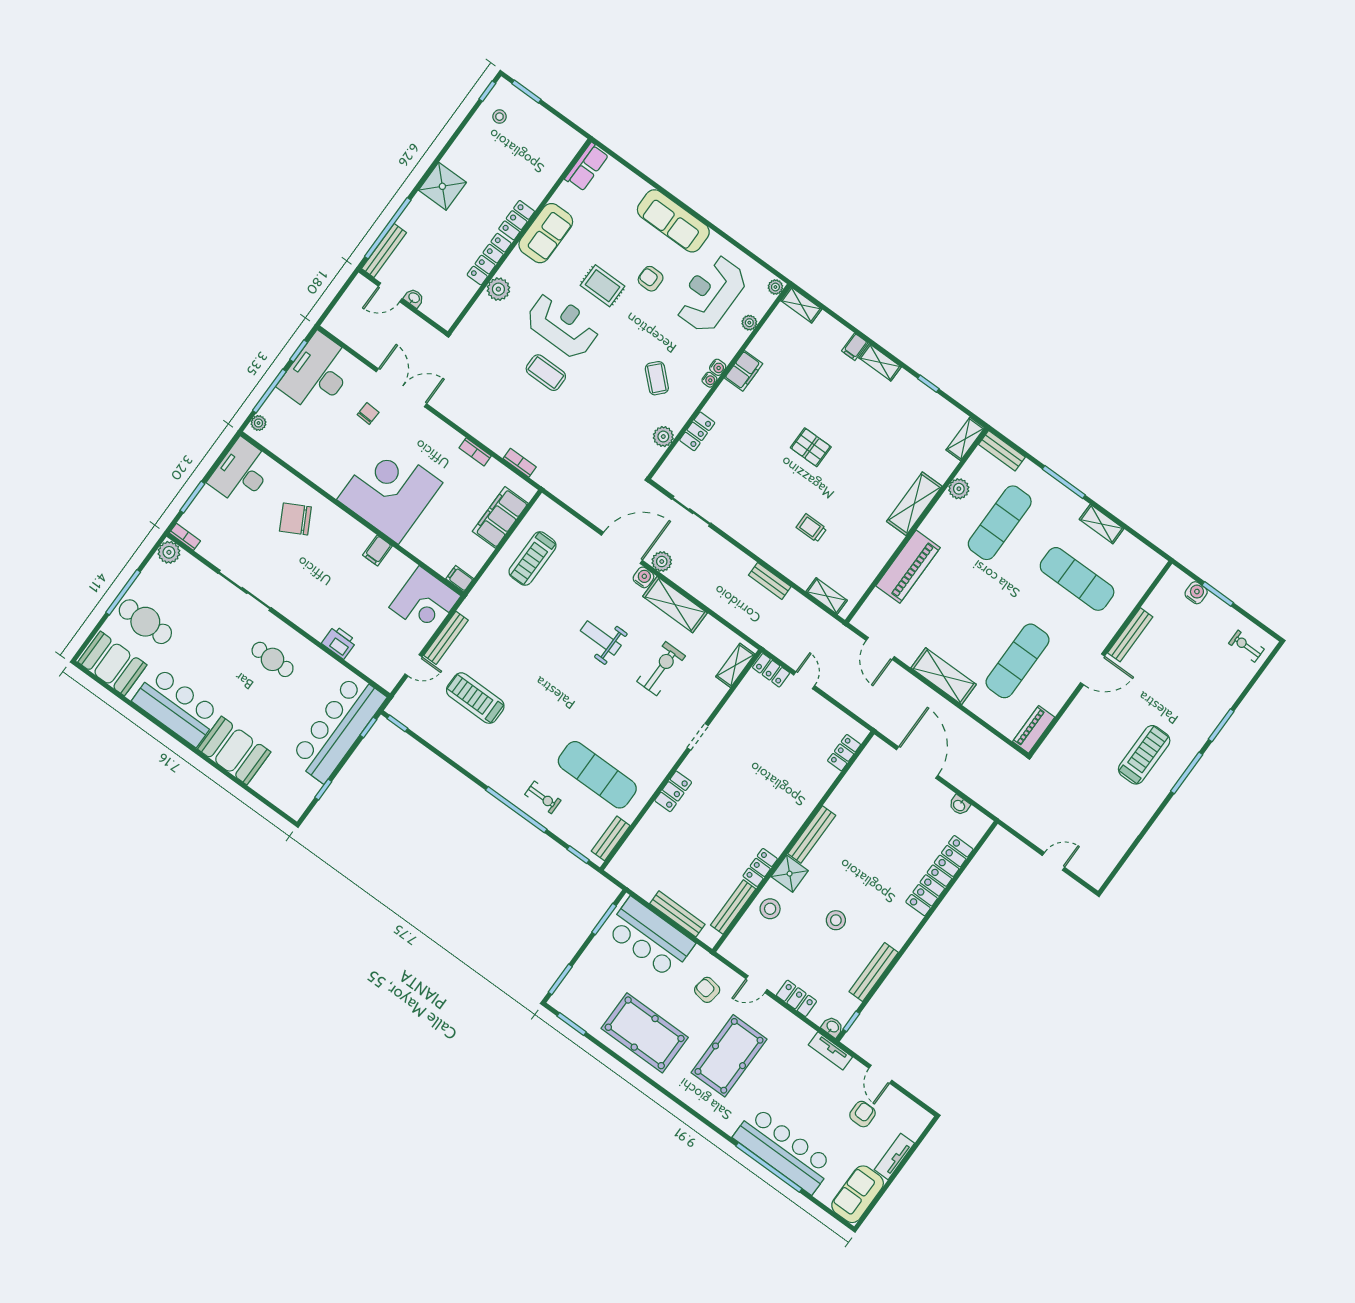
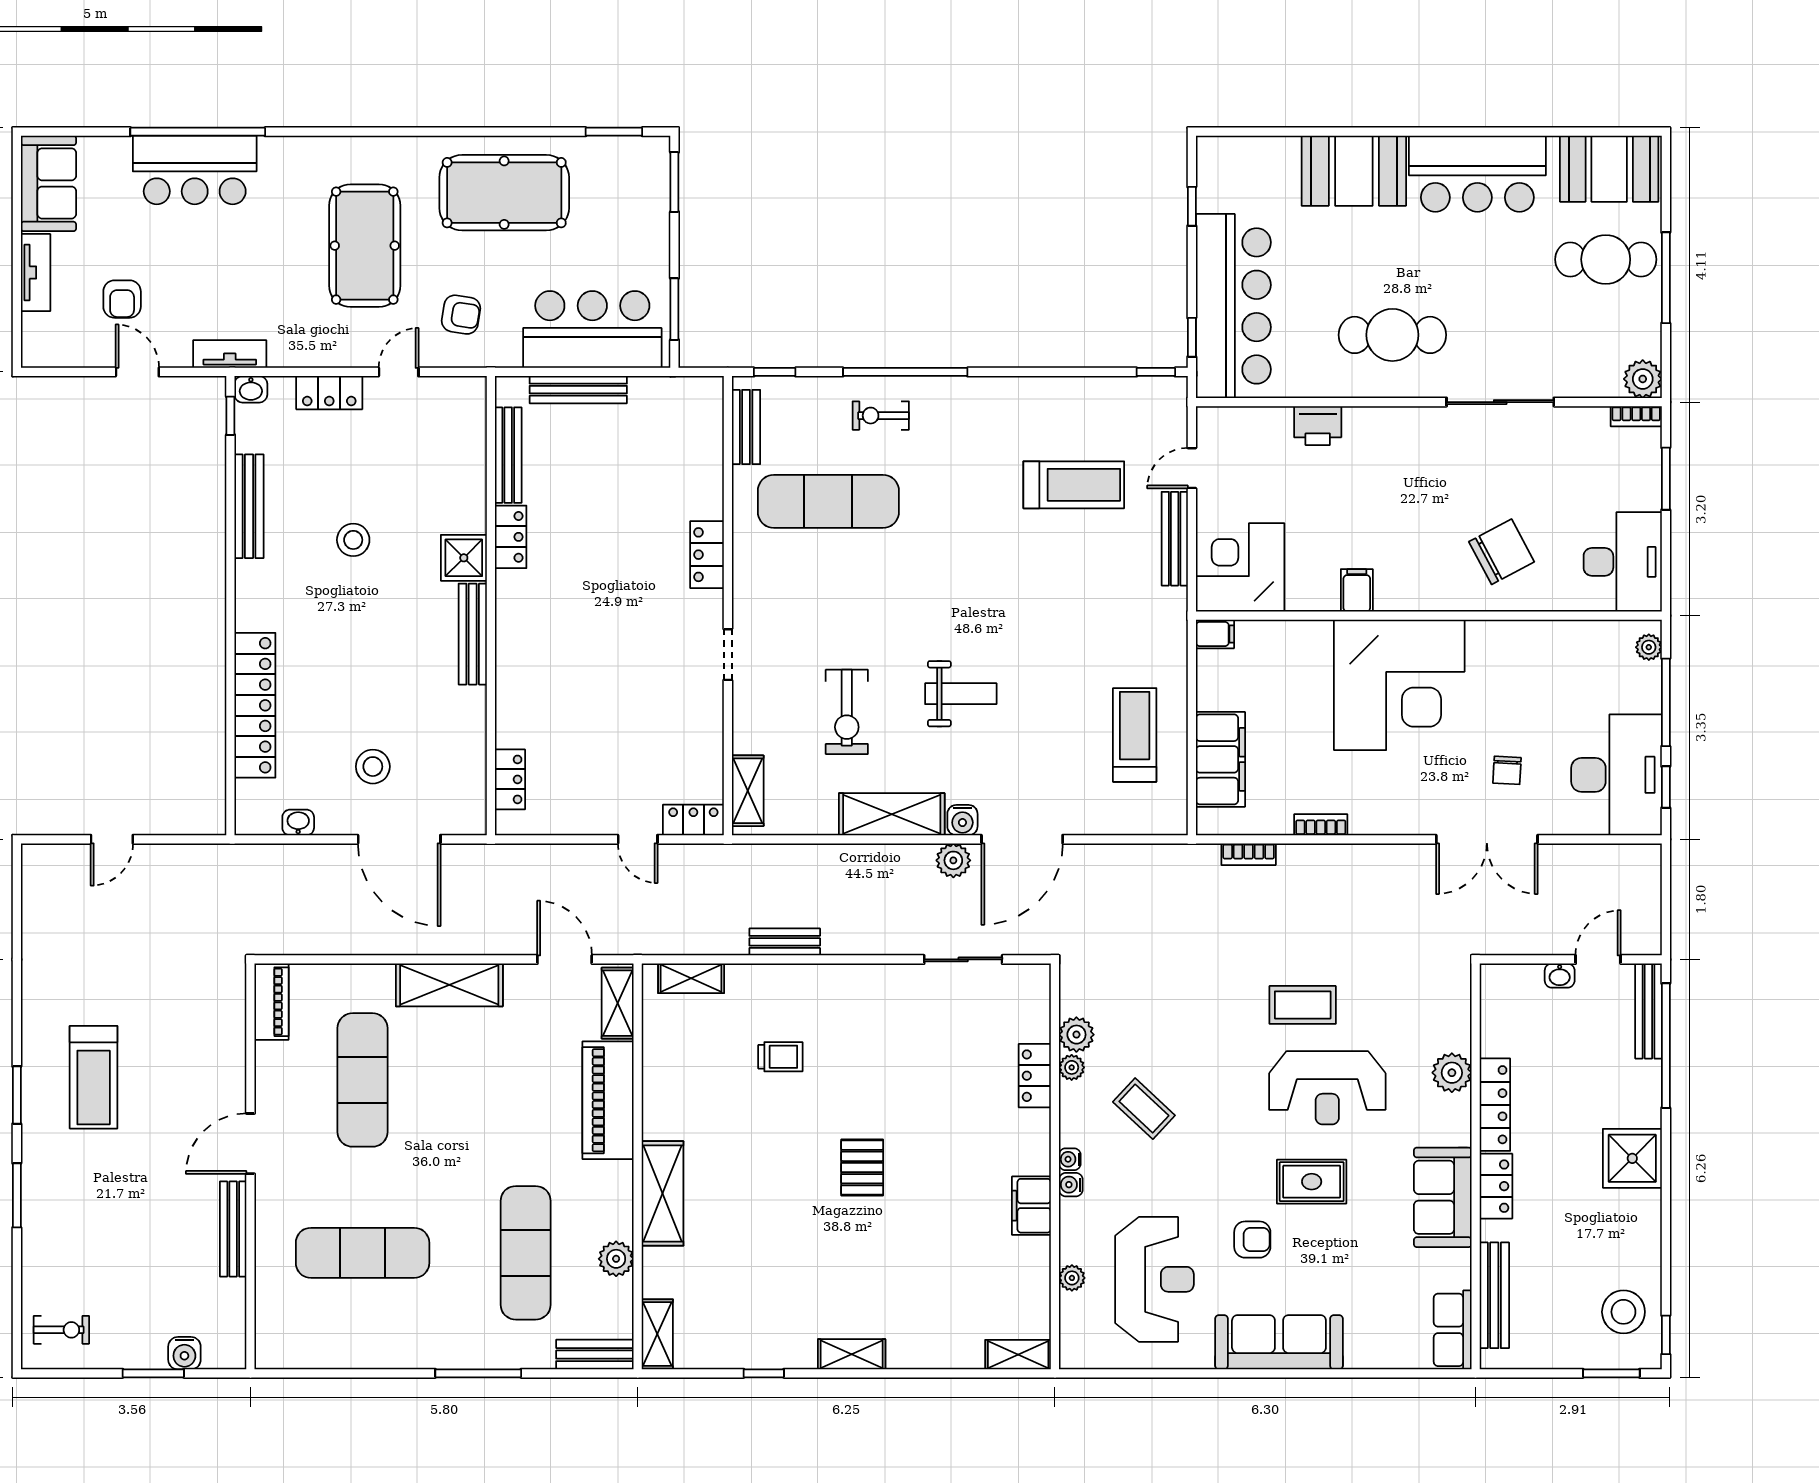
stool: (499, 117) -> (1623, 1312), width x1.89, depth x1.89
bench: (555, 169) -> (1494, 1295), added
plant: (775, 287) -> (1072, 1067), moved
filing cabinet: (855, 347) -> (902, 1350), removed
pallet: (811, 447) -> (862, 1168), turned 90
shelving: (1102, 524) -> (618, 1003), moved, turned 90
cafe table: (273, 659) -> (1392, 335), width x1.37, depth x1.35
window: (1187, 773) -> (17, 1095), width x0.69
stool: (770, 909) -> (373, 767), moved
bar counter: (784, 1150) -> (195, 170), width x0.73

